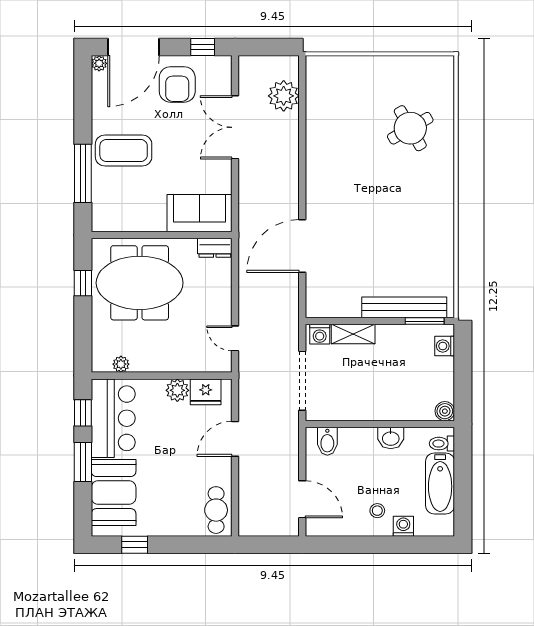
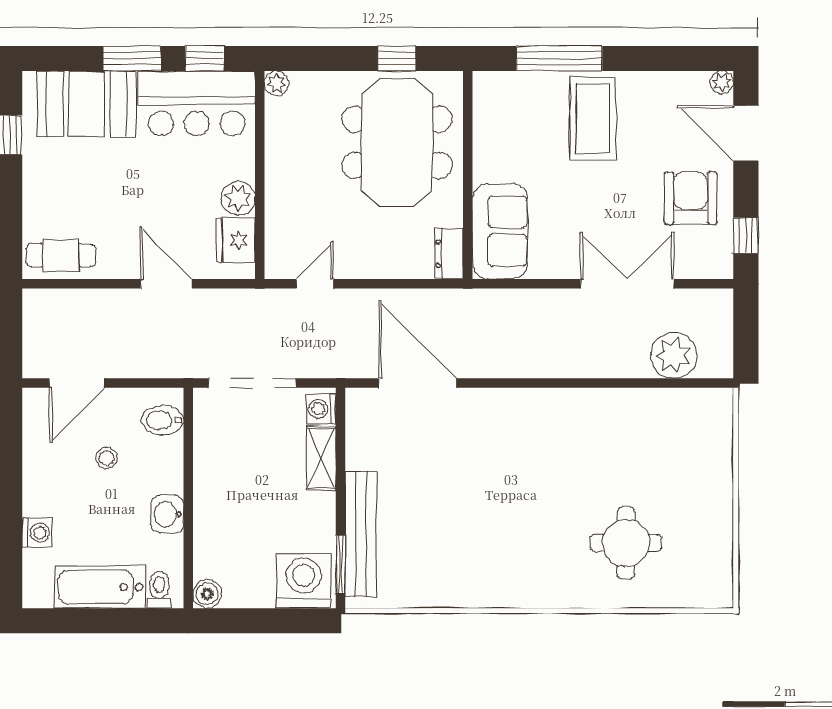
door: (133, 47) -> (746, 133), width x0.73
armchair: (177, 84) -> (691, 198), turned 90
round table: (410, 128) -> (626, 543), turned 30
door: (302, 246) -> (418, 383), moved
washing machine: (445, 346) -> (304, 581), width x1.89, depth x1.89
plant: (121, 364) -> (277, 83), moved
stool: (377, 511) -> (107, 458), moved

